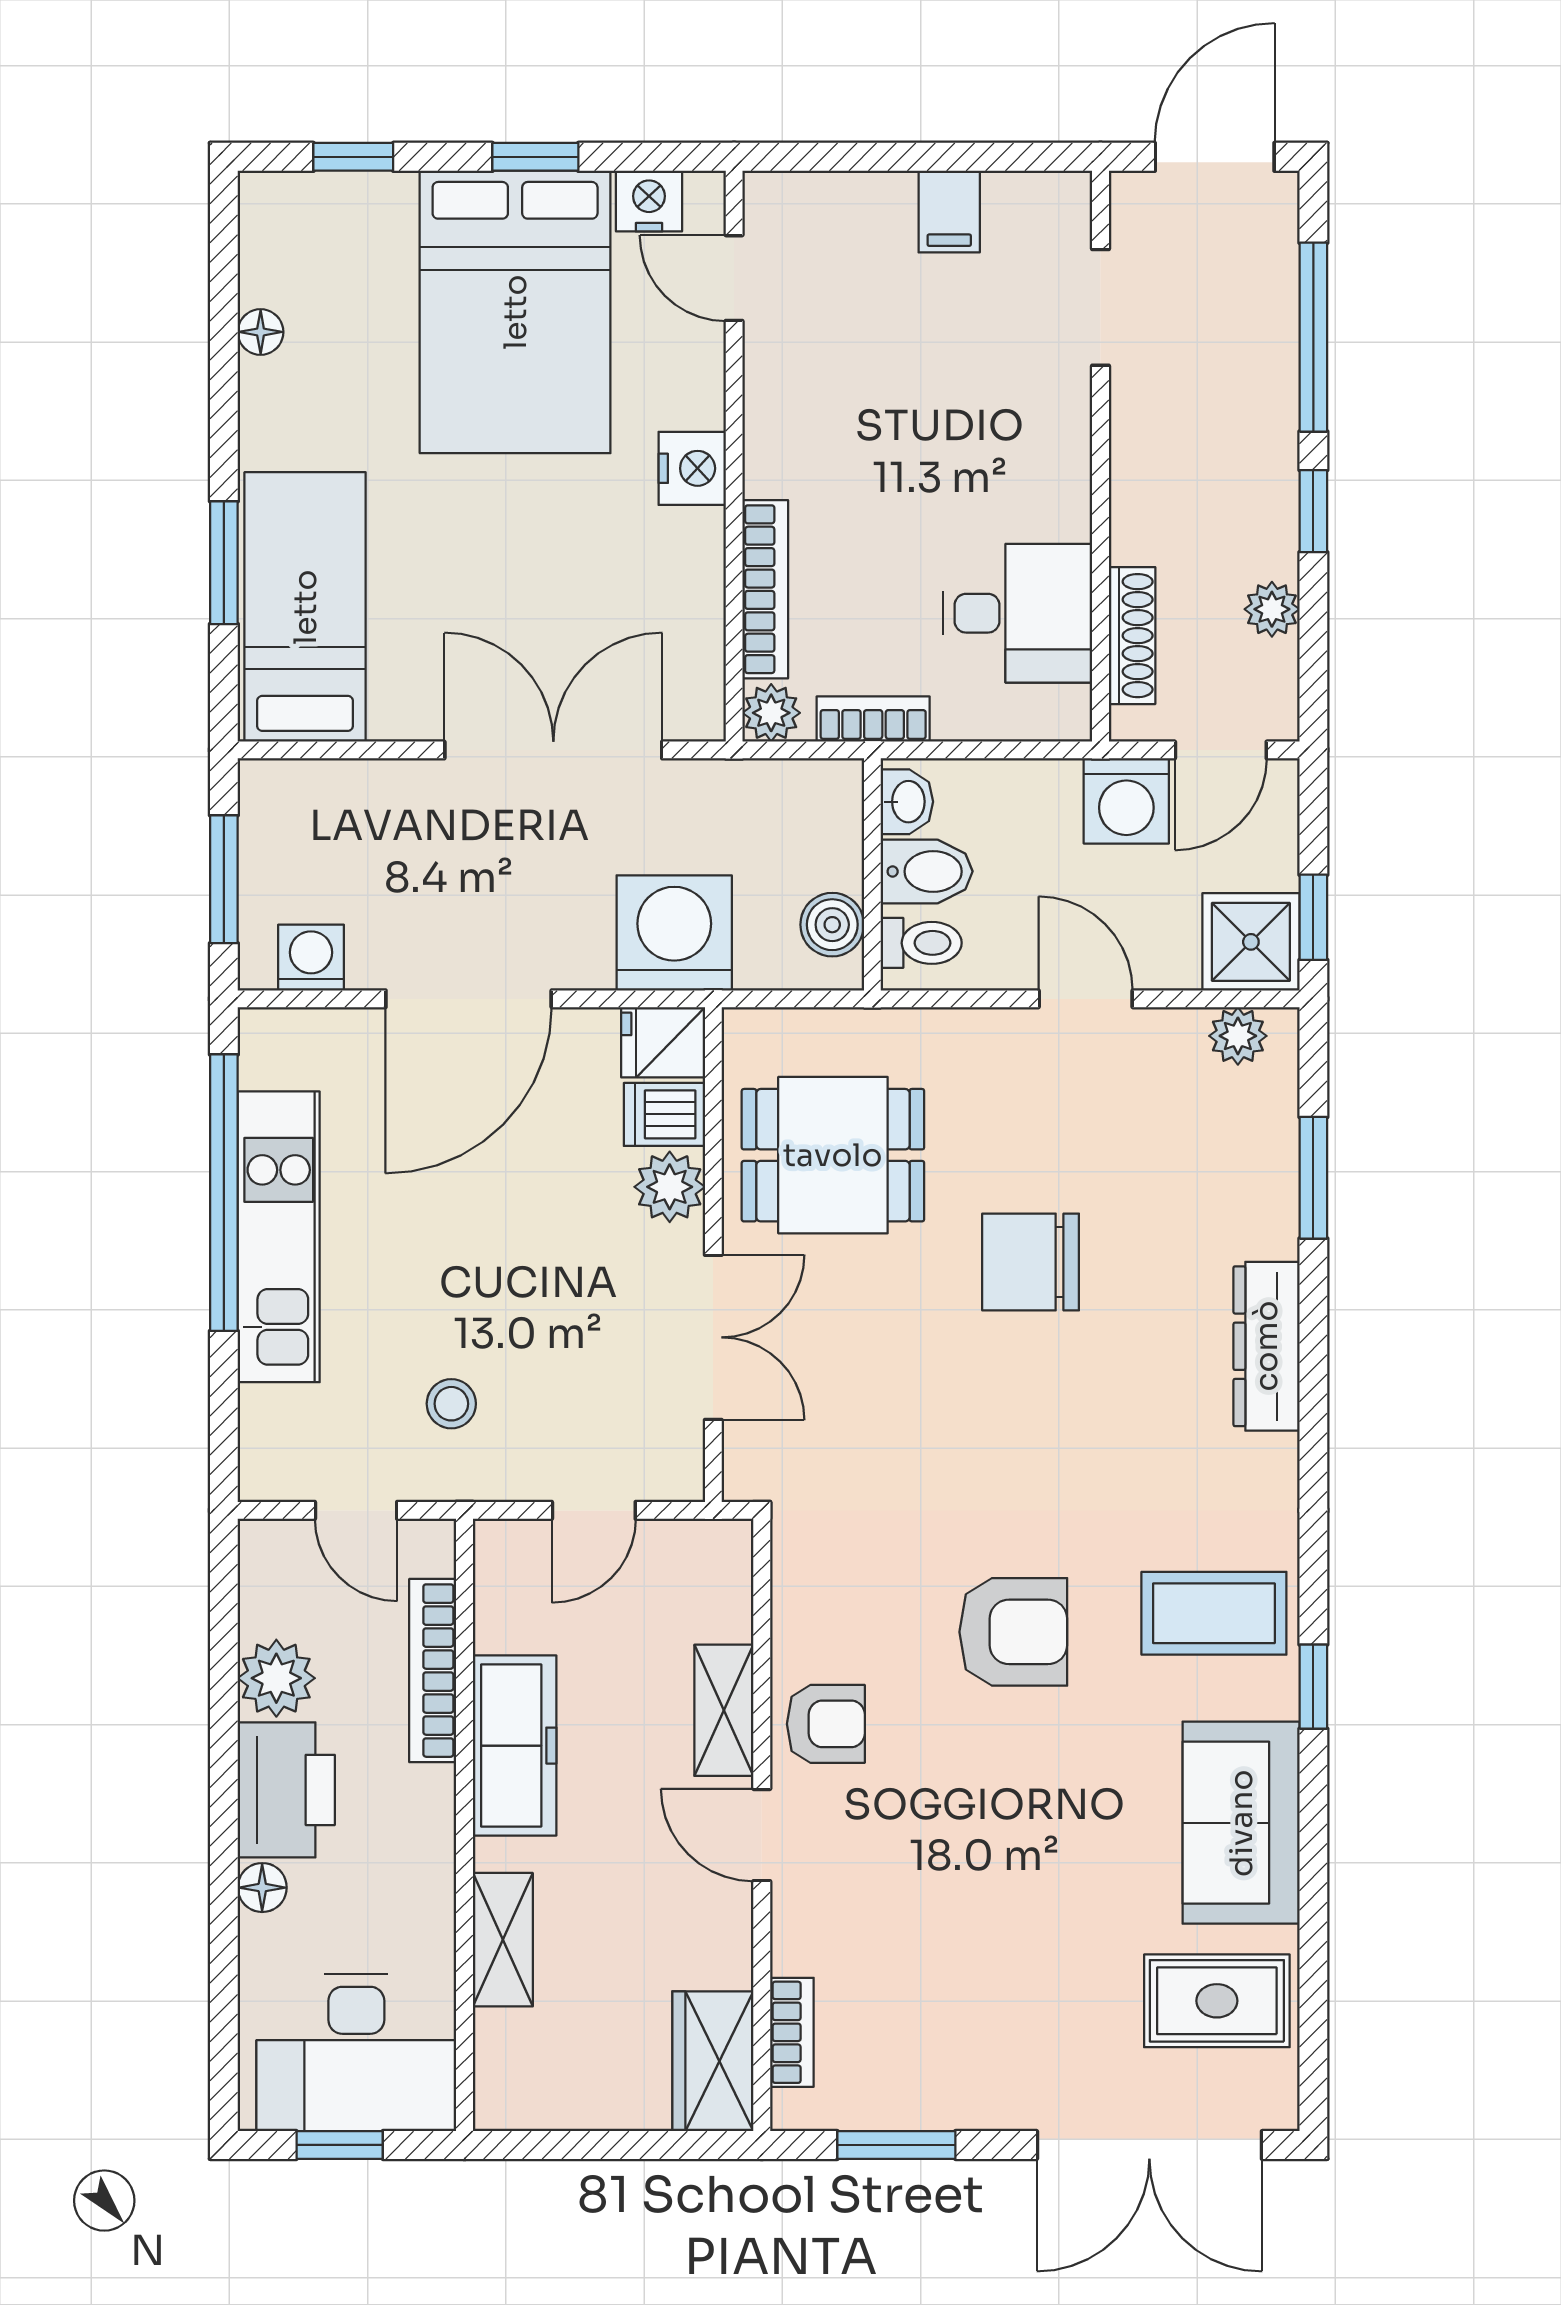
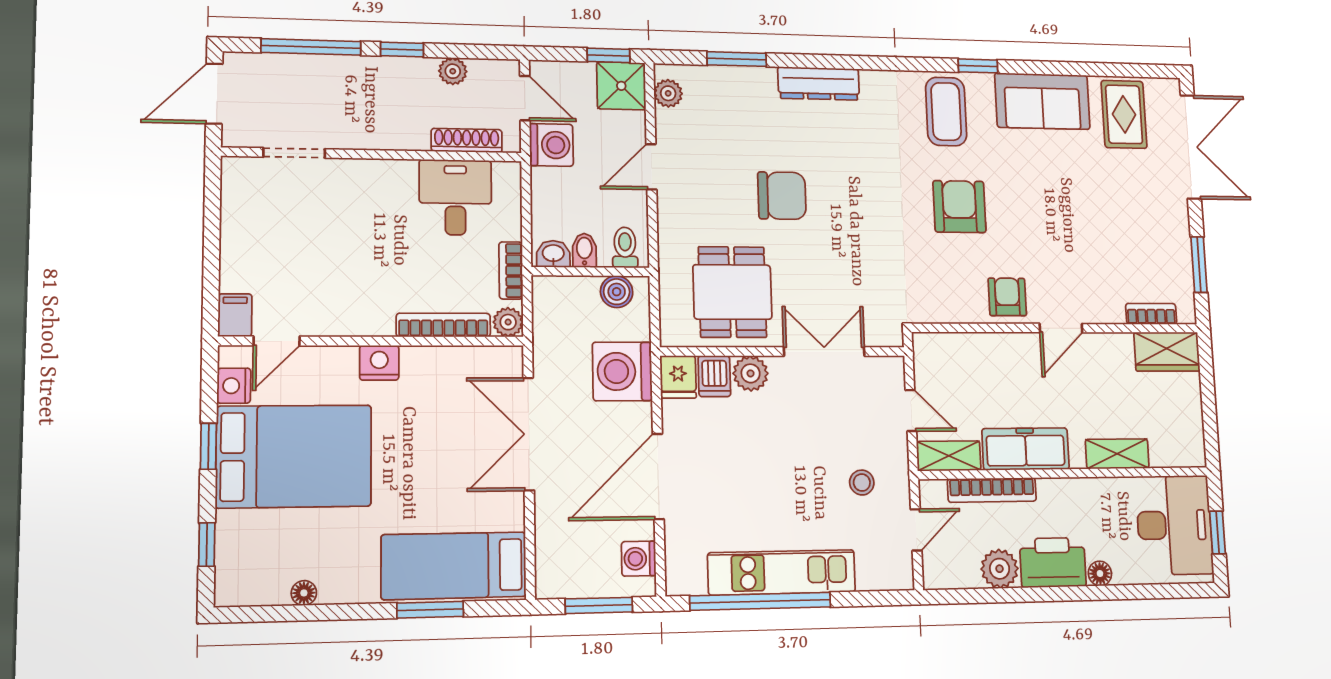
door: (1215, 157) -> (214, 94), hinge flipped
filing cabinet: (949, 212) -> (235, 315), moved, turned -90
bidet: (927, 871) -> (584, 250), width x0.72, depth x0.74
door: (469, 999) -> (658, 476), swing flipped
chair: (1031, 1262) -> (782, 196), turned -90
shelving: (724, 1710) -> (949, 456), moved

